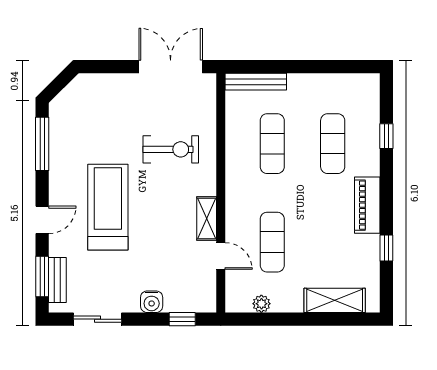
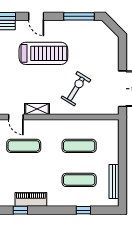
bench: (256, 82) -> (114, 182), moved
exercise bike: (171, 149) -> (76, 89), turned -148
piano: (367, 205) -> (31, 199), moved
door: (221, 256) -> (16, 117), hinge flipped

